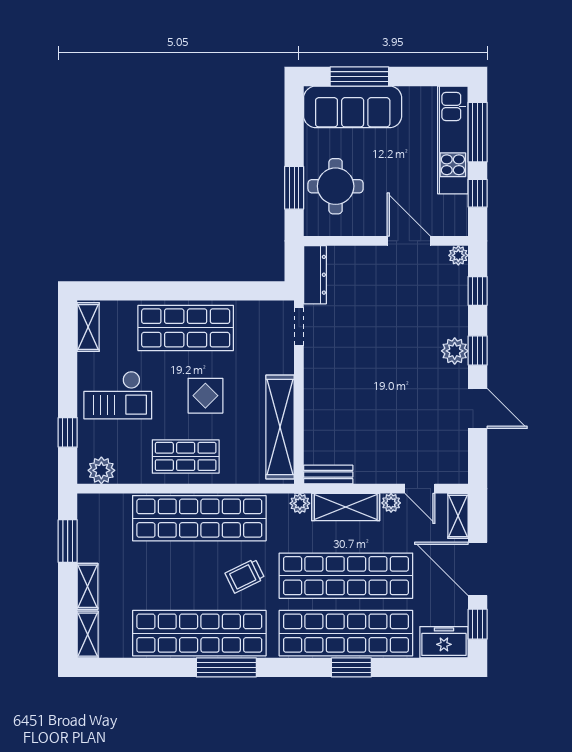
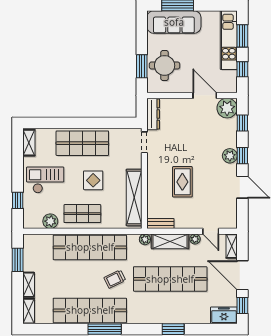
window: (478, 132) -> (242, 36), width x0.69
plant: (458, 255) -> (227, 108), width x1.88, depth x1.88
checkout: (118, 395) -> (45, 180), turned 180
rug: (368, 398) -> (182, 182), added
plant: (101, 470) -> (50, 221), moved
shop shelf: (346, 633) -> (170, 310), removed

